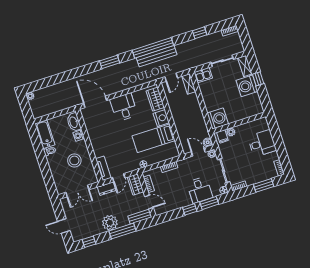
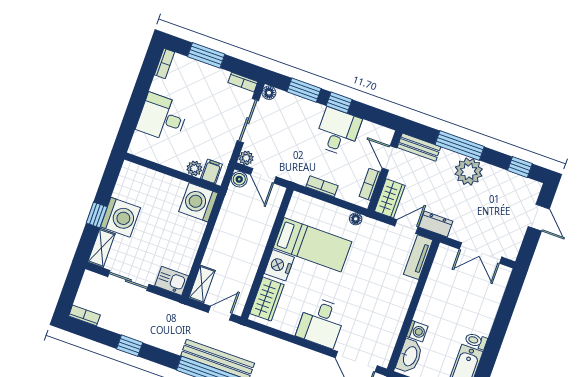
stool: (74, 160) -> (451, 300), removed
desk: (200, 190) -> (338, 132), moved
double door: (77, 191) -> (480, 253), swing flipped

